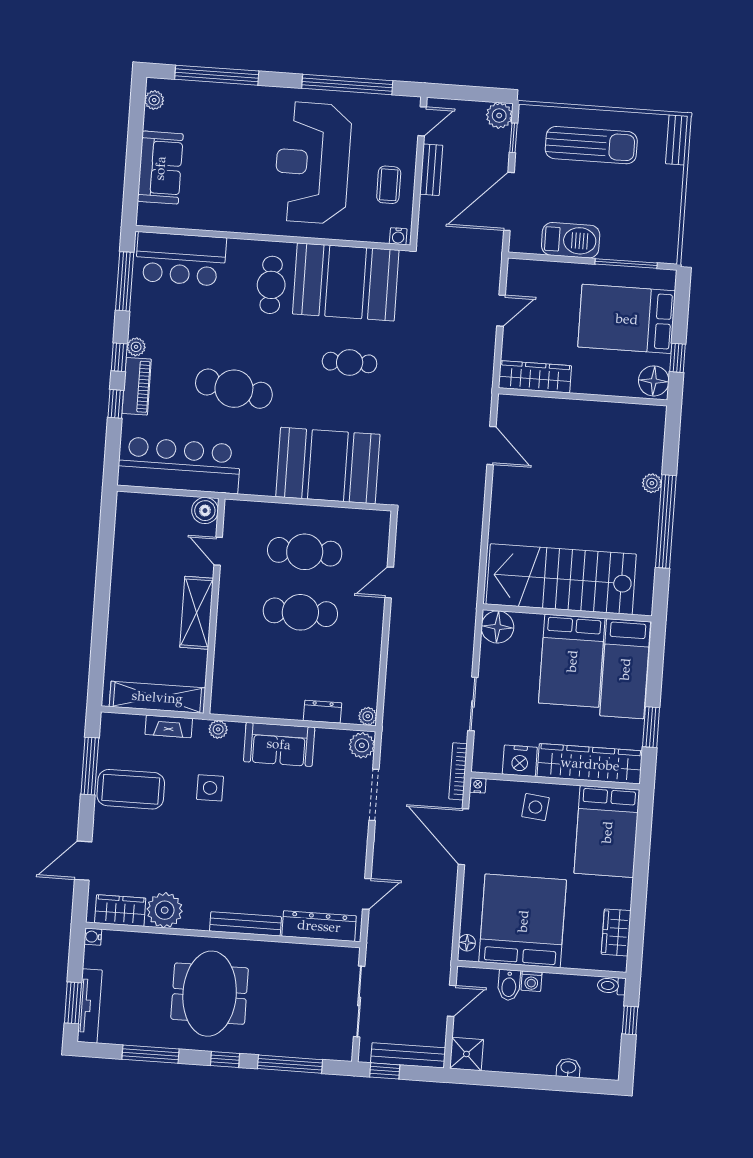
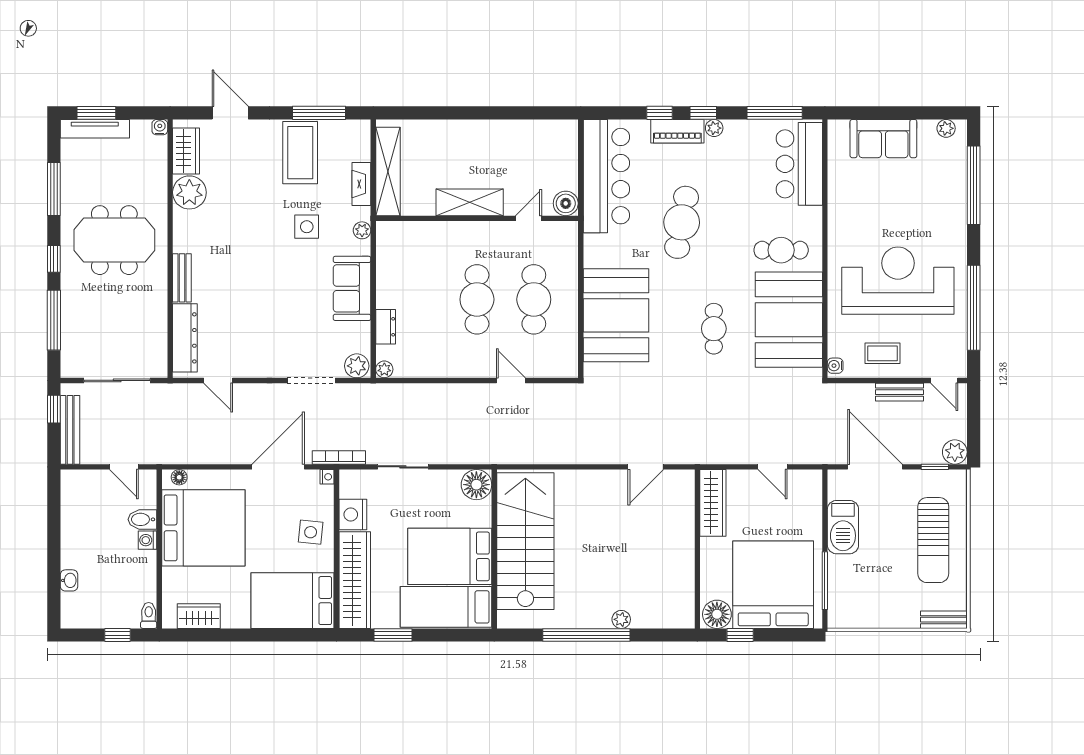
bed: (627, 319) -> (773, 585), width x1.36
bench: (245, 924) -> (182, 278), width x0.73
shower: (466, 1054) -> (75, 484), removed

